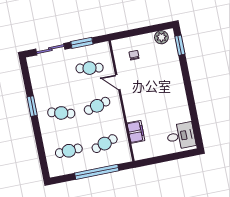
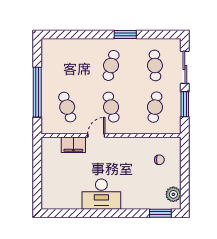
door: (118, 82) -> (96, 135), moved
desk: (181, 136) -> (101, 194), moved, width x1.37
cafe table: (69, 151) -> (155, 65), moved

